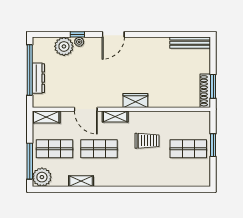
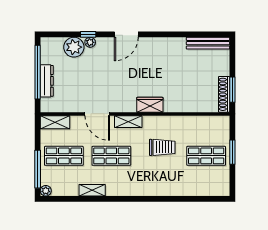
plant: (42, 177) -> (46, 191), width x0.53, depth x0.53

